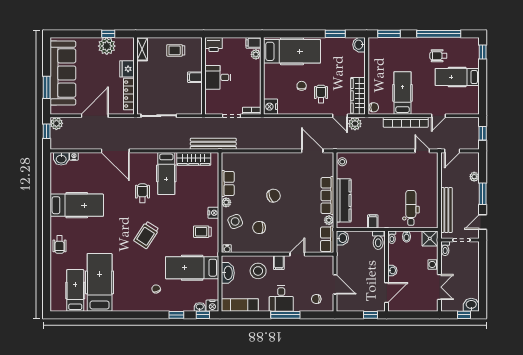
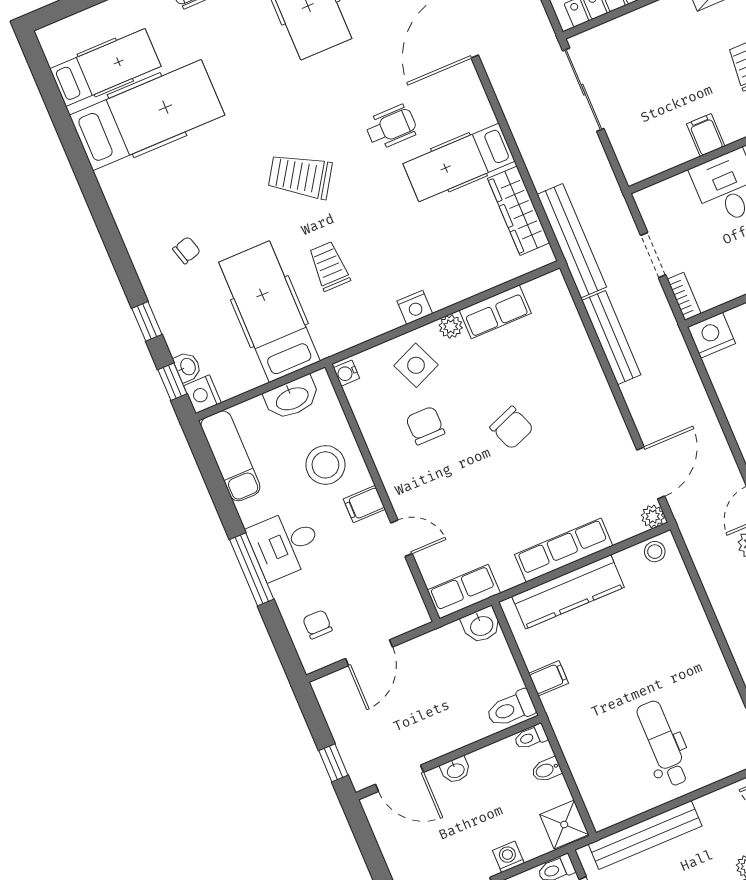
bench: (256, 144) -> (611, 338), added
dental chair: (411, 208) -> (663, 744), moved, turned -90
plant: (329, 220) -> (653, 516), moved
trolley: (202, 232) -> (329, 266), moved

